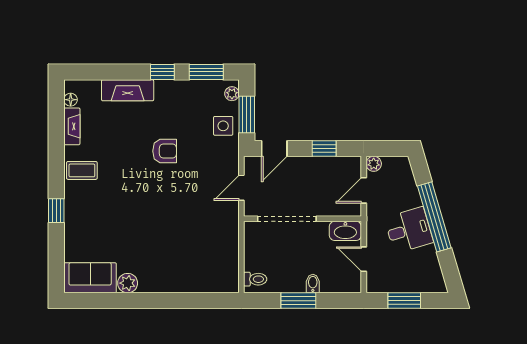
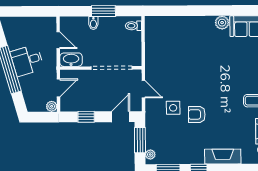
side table: (223, 126) -> (173, 108), moved
door: (241, 188) -> (143, 89), hinge flipped
window: (404, 301) -> (30, 11), removed

